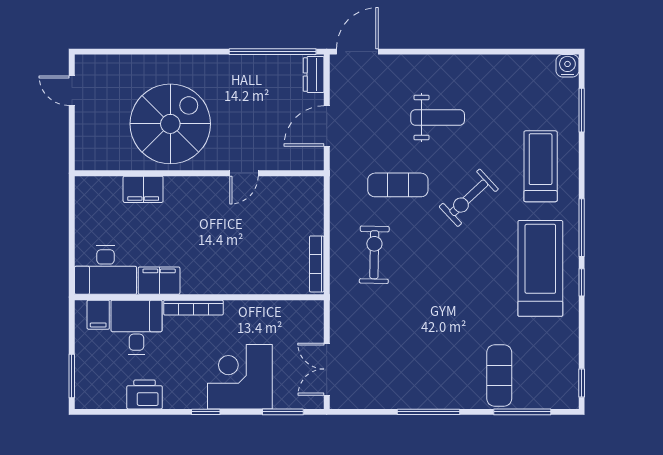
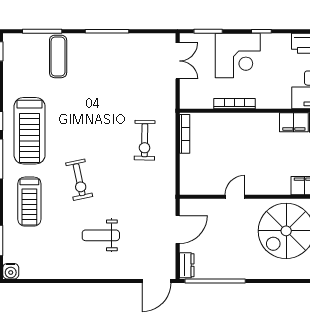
exercise mat: (398, 185) -> (128, 189), removed
exercise bike: (469, 198) -> (79, 180), turned 121
bookcase: (193, 308) -> (235, 104), moved

